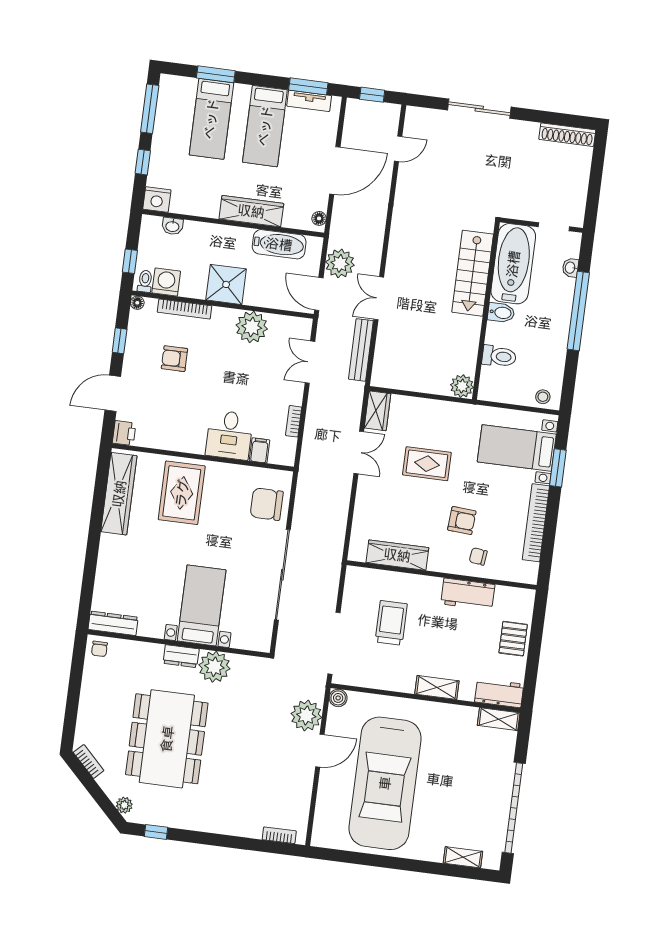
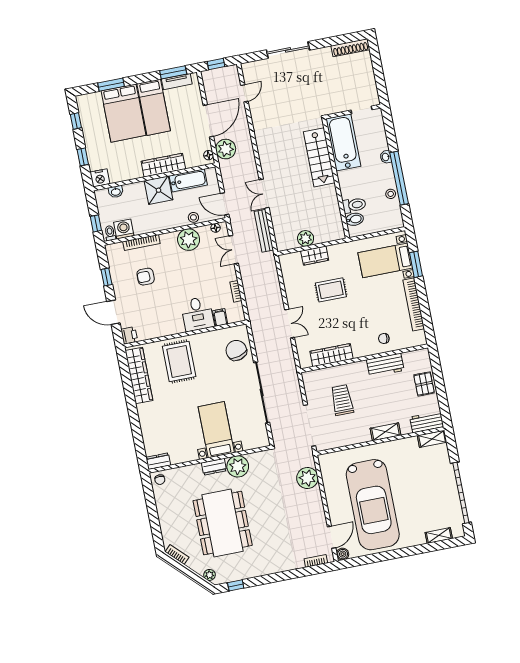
window: (150, 109) -> (76, 121), width x0.46
bed: (211, 119) -> (124, 113), width x1.50
plant: (340, 263) -> (226, 149), moved
washbasin: (570, 268) -> (386, 157), moved
shower: (226, 284) -> (158, 190), moved
stool: (269, 298) -> (193, 217), added
floor lamp: (137, 303) -> (216, 228), moved
window: (578, 311) -> (399, 178), moved
bidet: (501, 313) -> (354, 219), moved
plant: (462, 386) -> (306, 238), moved
door: (113, 393) -> (113, 312), hinge flipped
stool: (543, 397) -> (391, 194), moved
wardrobe: (378, 411) -> (315, 256), moved, turned 90
double door: (359, 452) -> (290, 324), moved
chair: (267, 504) -> (236, 350), turned 74
armchair: (462, 521) -> (366, 319), removed
dresser: (113, 623) -> (158, 461), width x0.70
boiler: (338, 698) -> (343, 554), moved
door: (320, 751) -> (332, 537), moved

